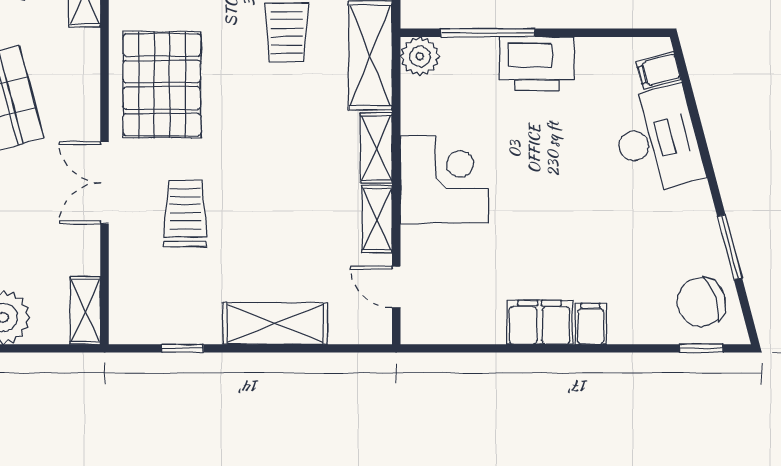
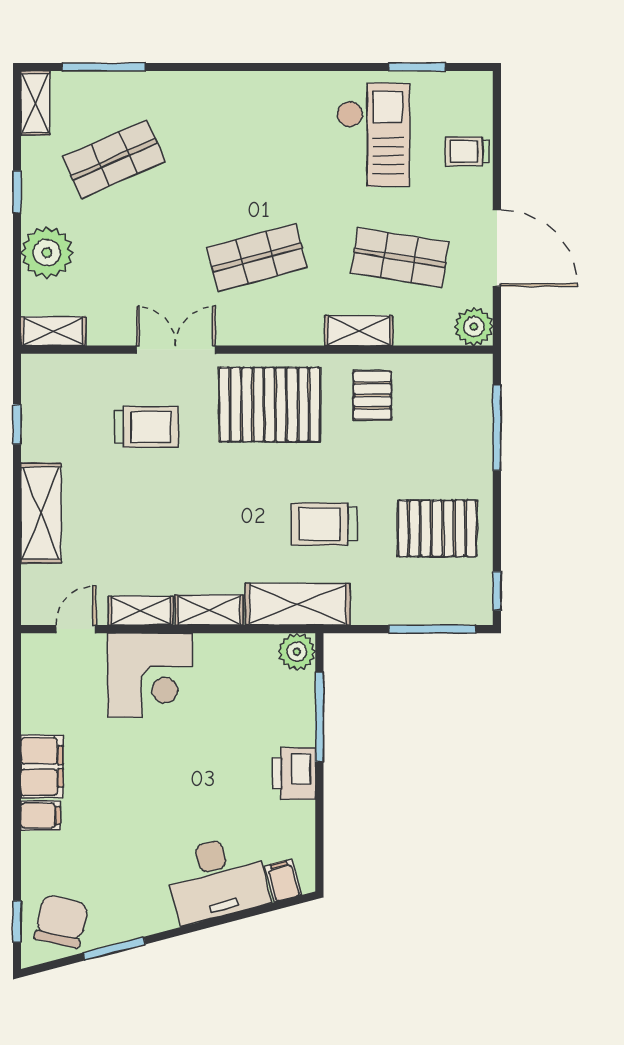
printer: (537, 64) -> (294, 774), width x0.73, depth x0.84
corner desk: (444, 180) -> (150, 675), moved
chair: (701, 302) -> (61, 921), turned 31

